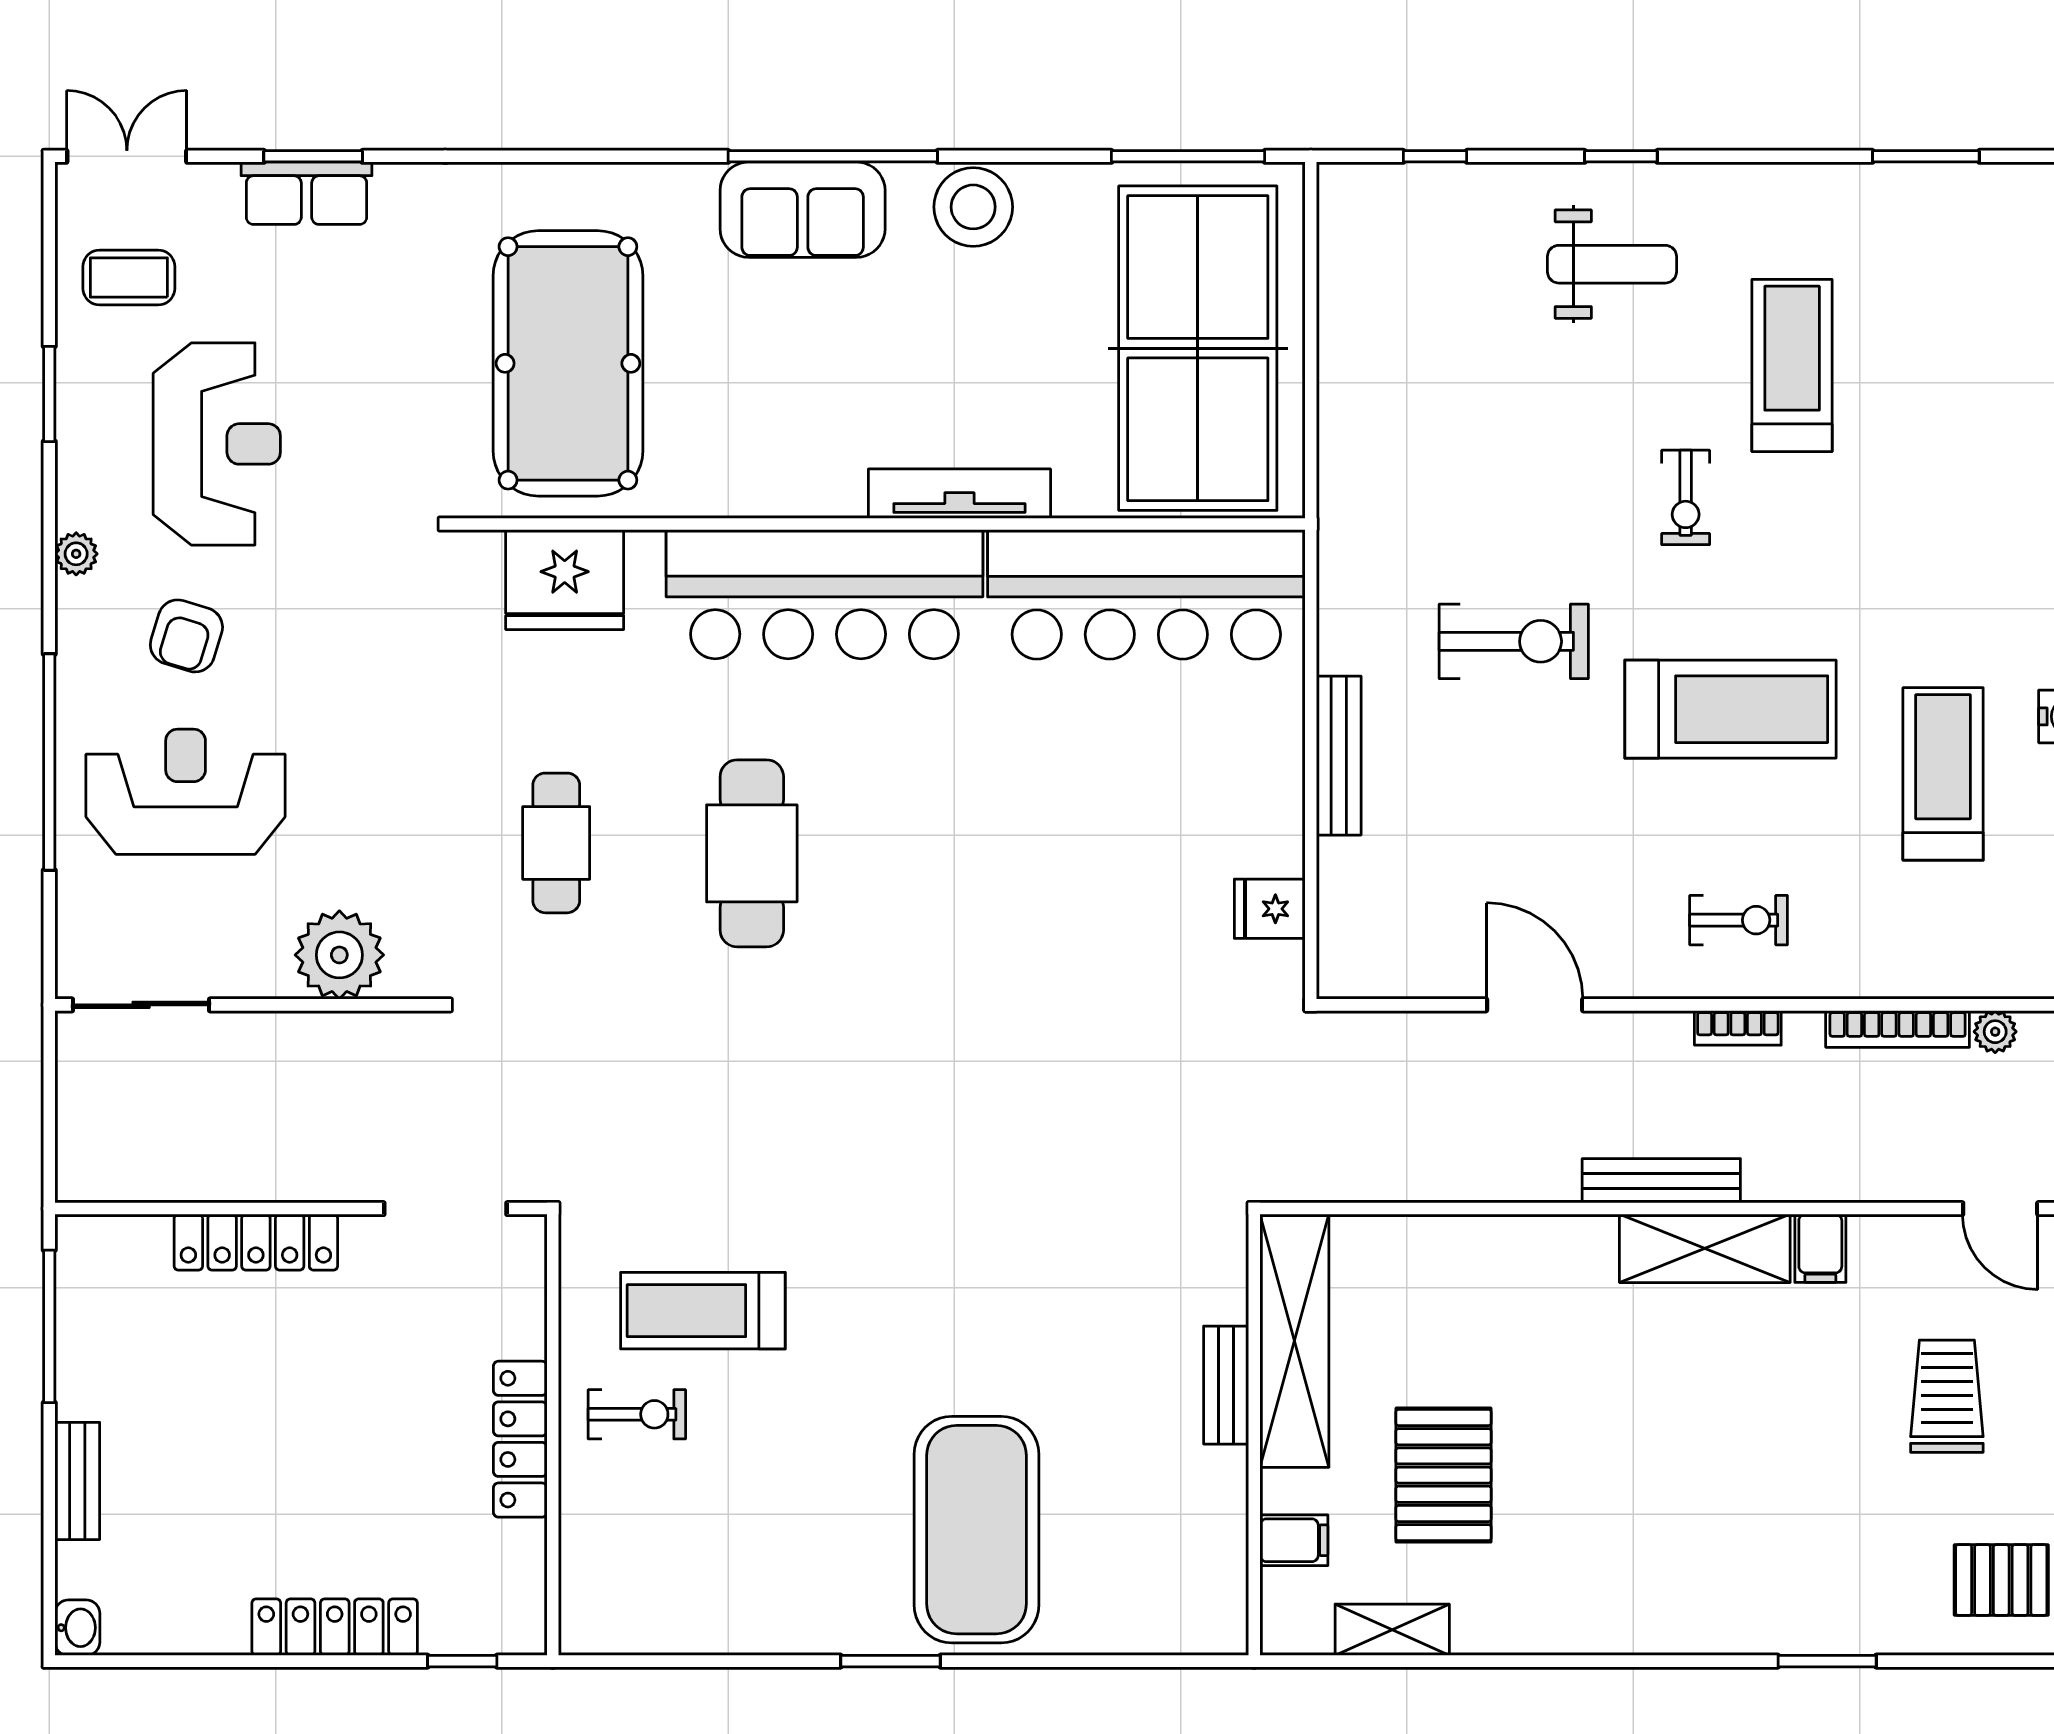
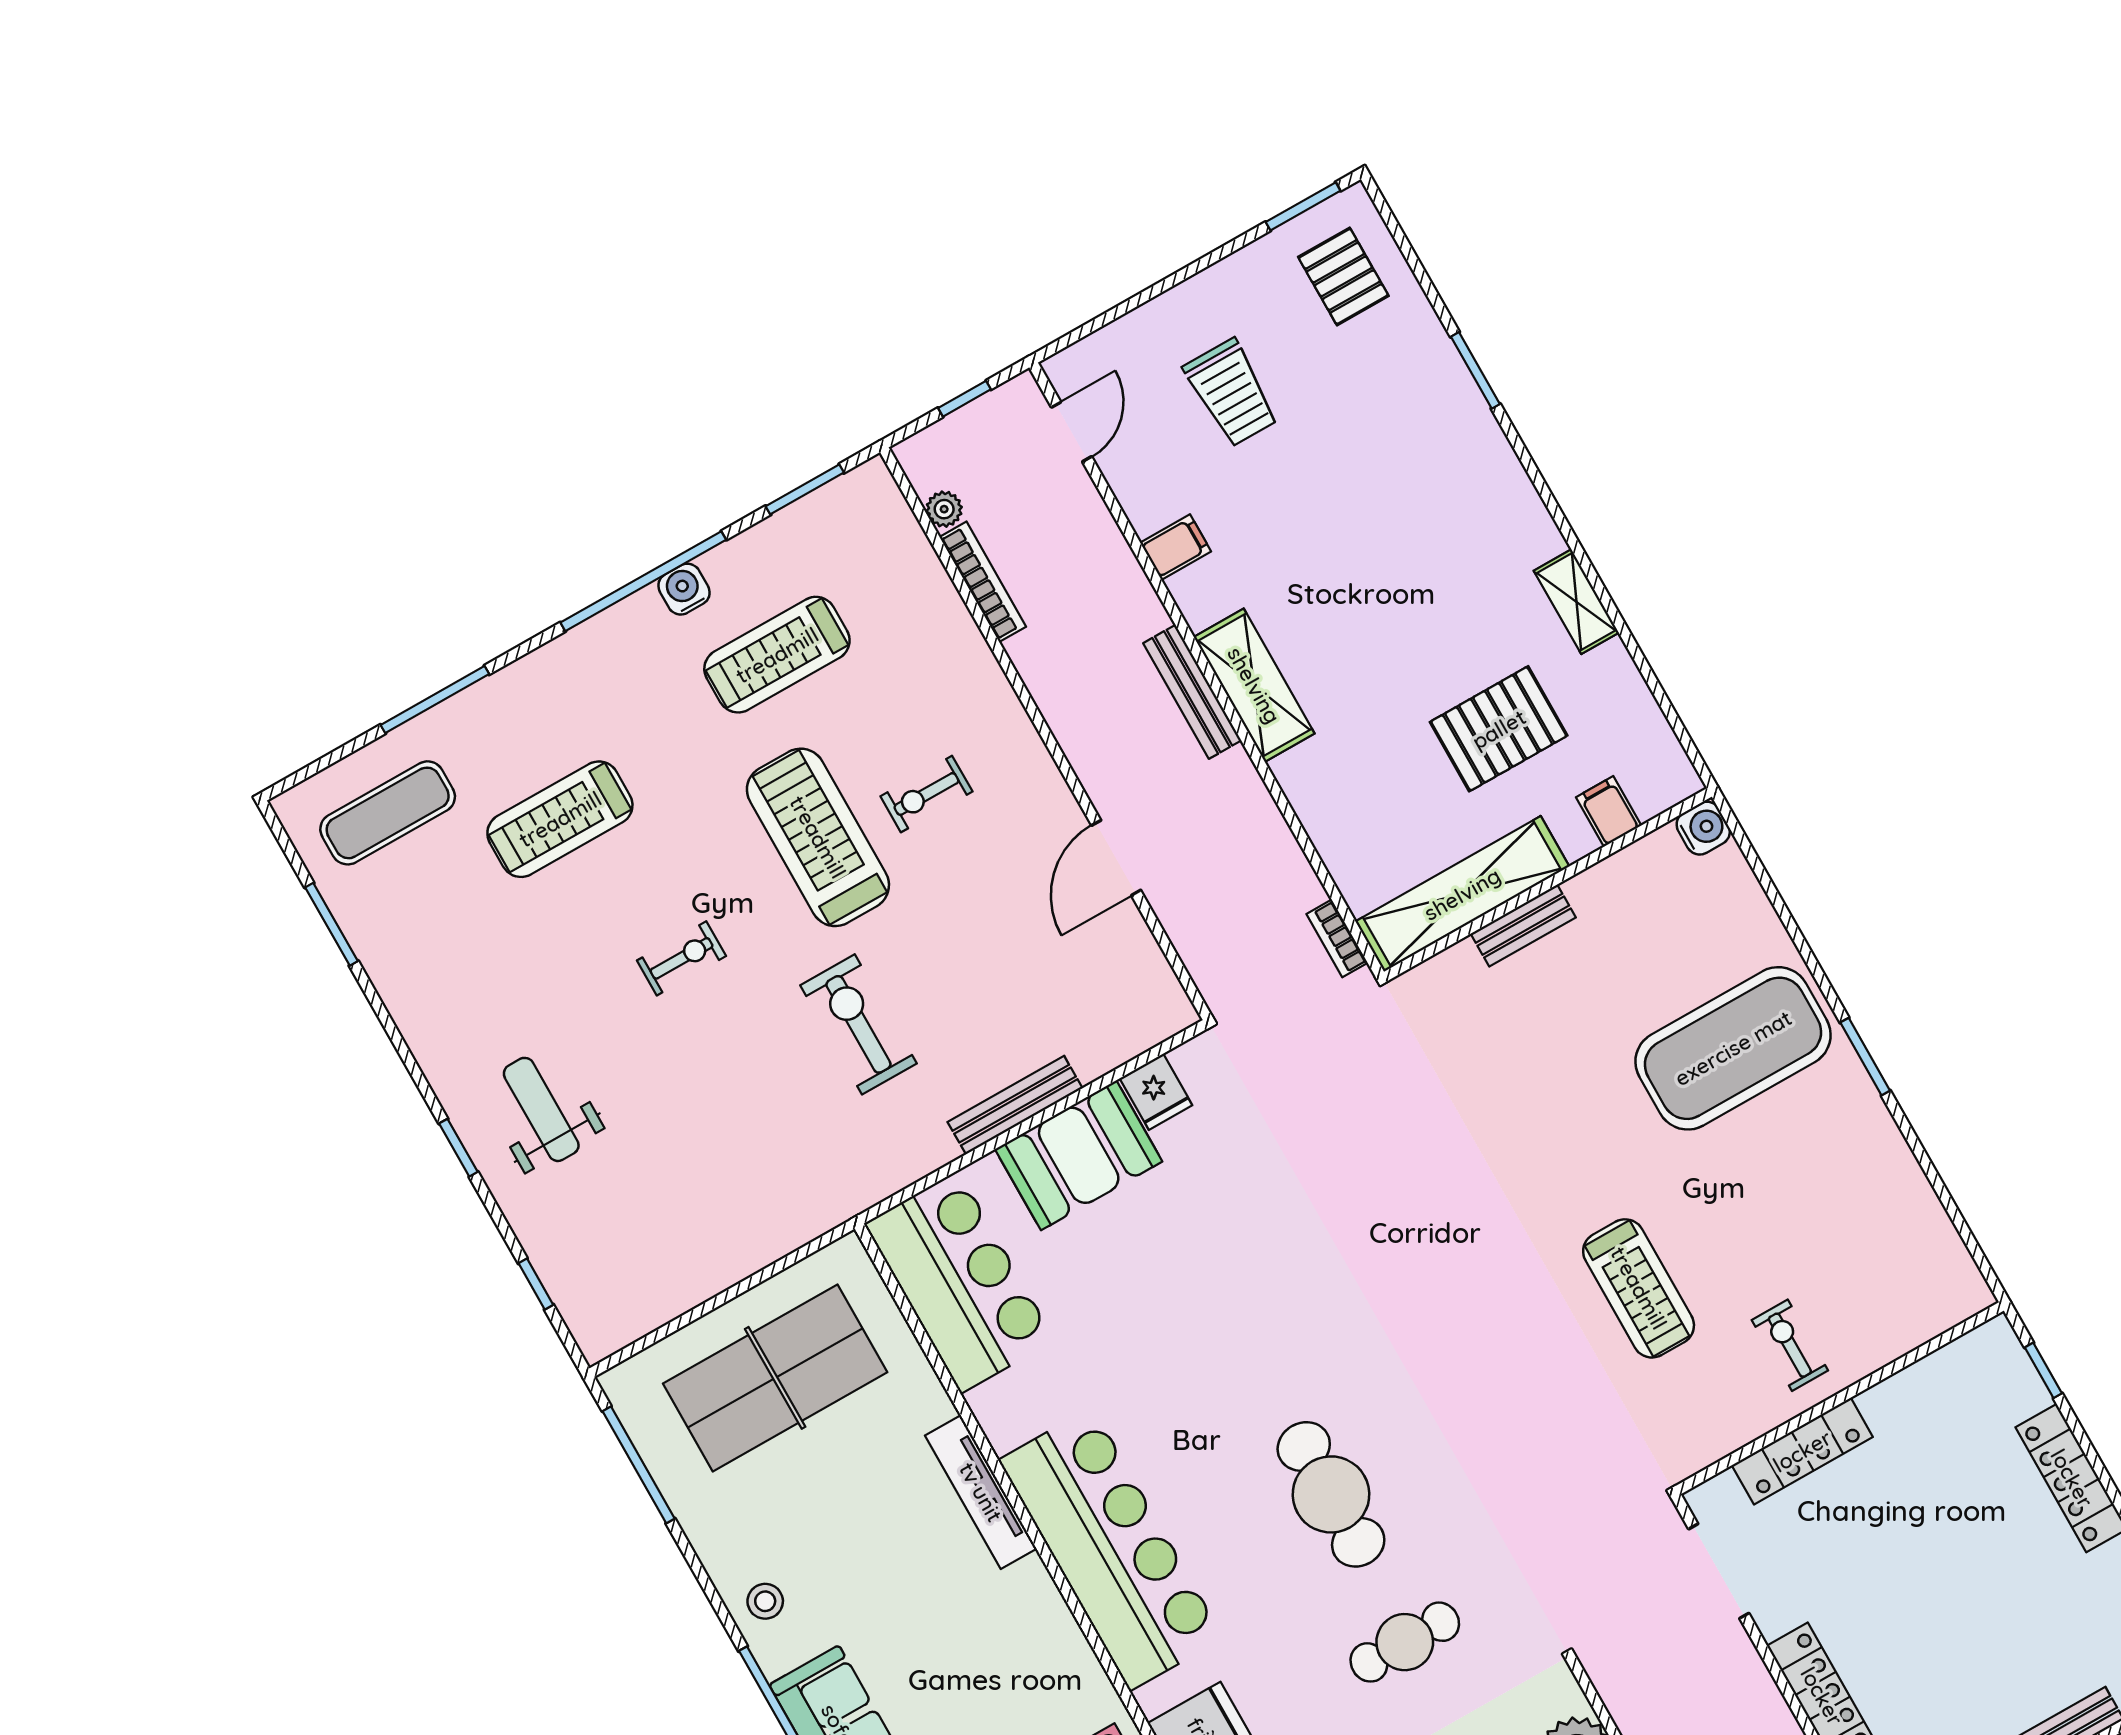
stool: (973, 207) -> (765, 1601), width x0.53, depth x0.53
exercise mat: (2008, 279) -> (388, 813), added
table tennis table: (1198, 348) -> (775, 1378), width x0.73, depth x0.76
treadmill: (1792, 365) -> (560, 819), moved
bar counter: (1146, 594) -> (959, 1282), width x0.73
booth: (1250, 792) -> (1079, 1155), added
cafe table: (752, 853) -> (1331, 1494), turned 90
exercise bike: (1739, 920) -> (926, 794), moved, turned -90
bookcase: (1738, 1028) -> (1337, 938), moved, turned 180
shelving: (1705, 1248) -> (1254, 685), moved
treadmill: (703, 1311) -> (1639, 1288), moved
trolley: (1947, 1396) -> (1231, 393), turned -90
locker: (520, 1439) -> (1802, 1451), moved
water cooler: (1221, 1628) -> (1703, 828), added
shelving: (1392, 1630) -> (1576, 602), moved

